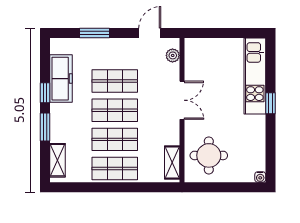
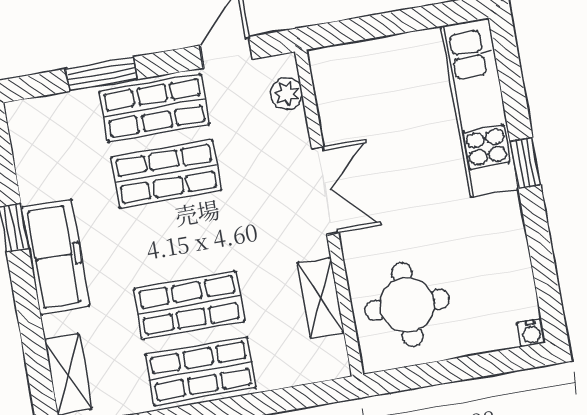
freezer: (61, 79) -> (56, 257), moved
shop shelf: (115, 110) -> (155, 108), moved
window: (45, 127) -> (27, 305), removed
shelving: (172, 162) -> (321, 298), moved

